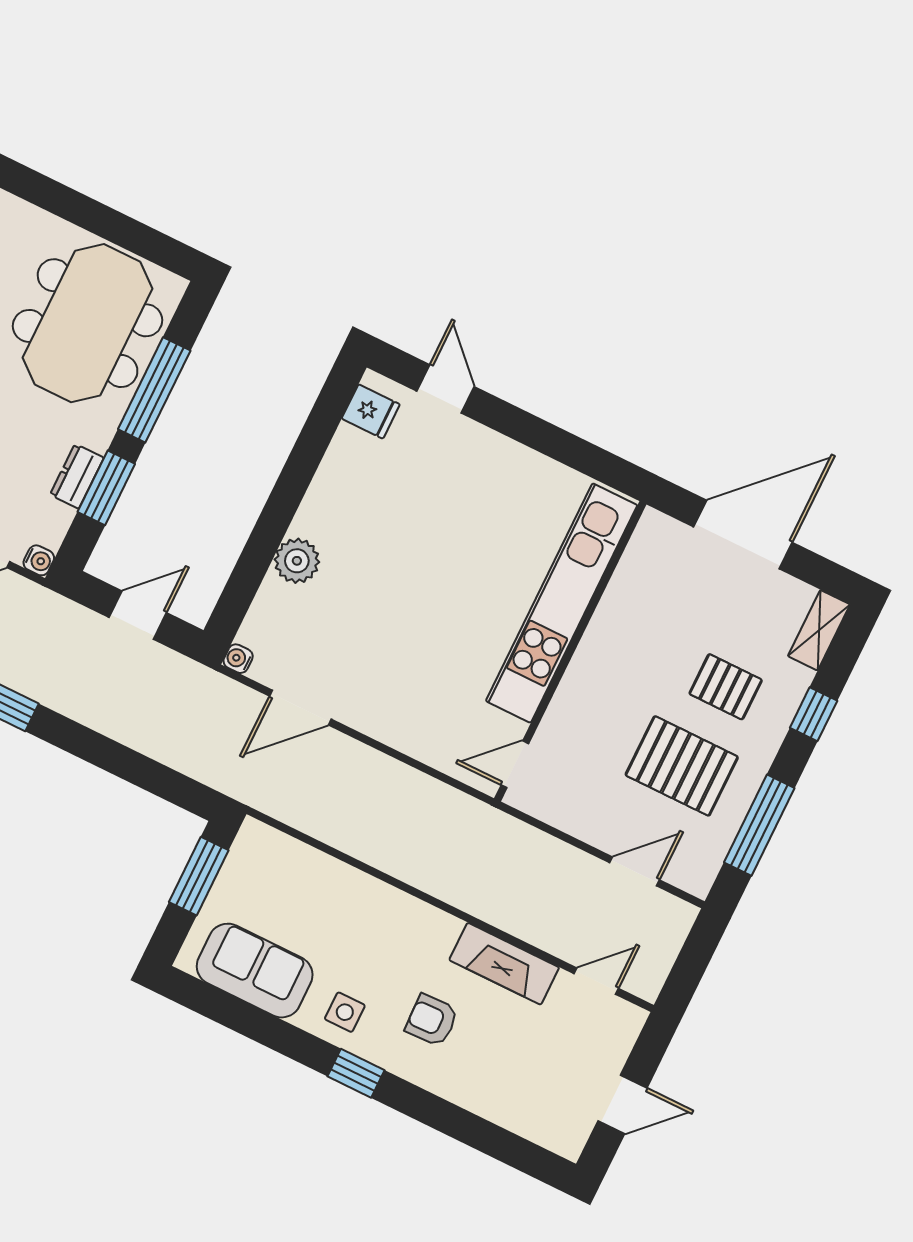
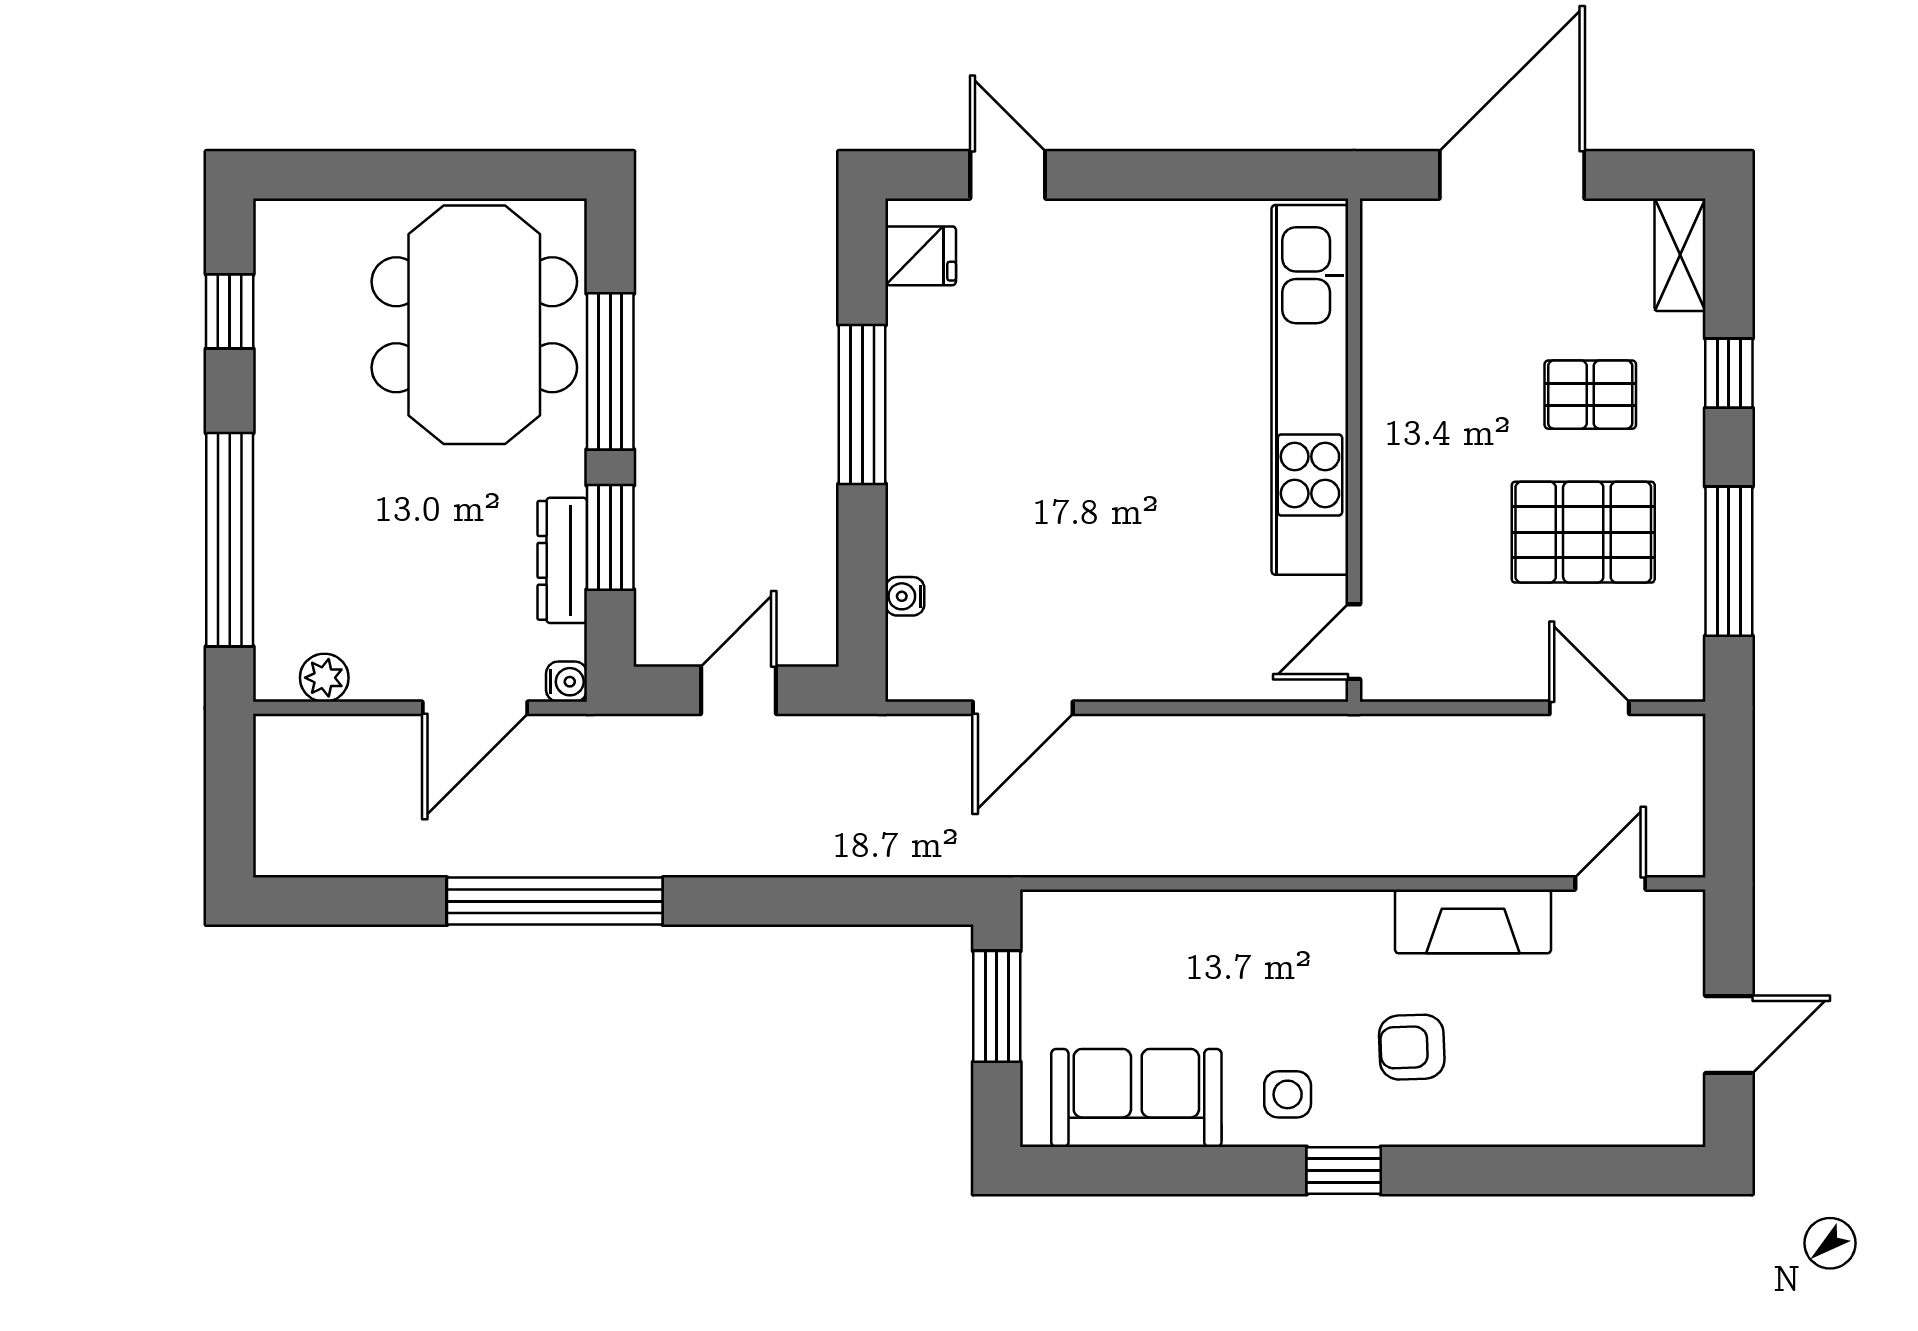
dresser: (77, 476) -> (562, 560), width x1.44
window: (293, 482) -> (862, 404), added
plant: (297, 561) -> (920, 509), removed
water cooler: (238, 659) -> (905, 596), moved
door: (635, 871) -> (1589, 708), hinge flipped

